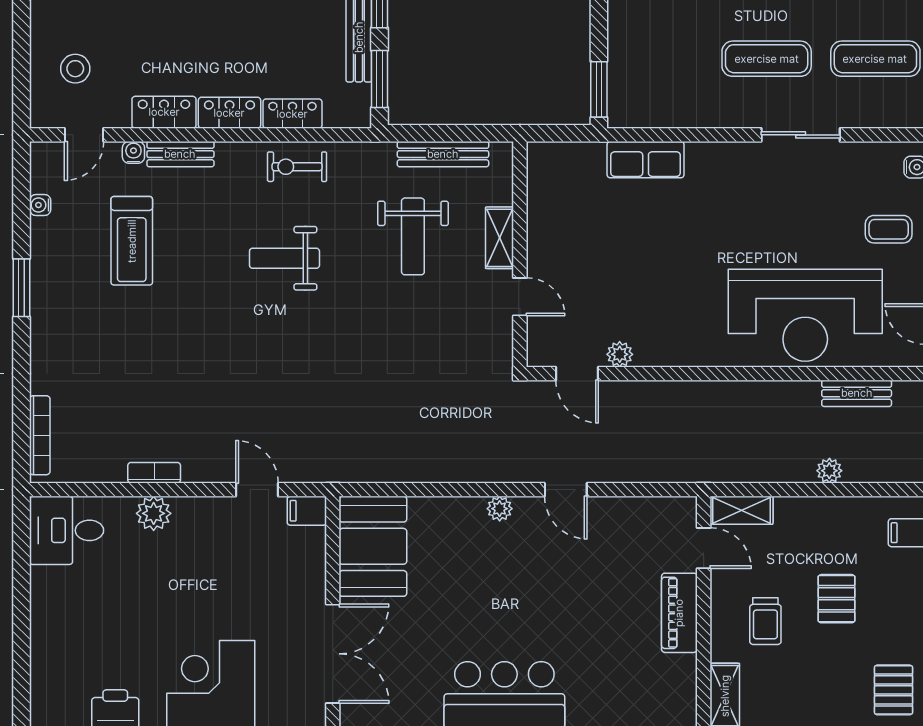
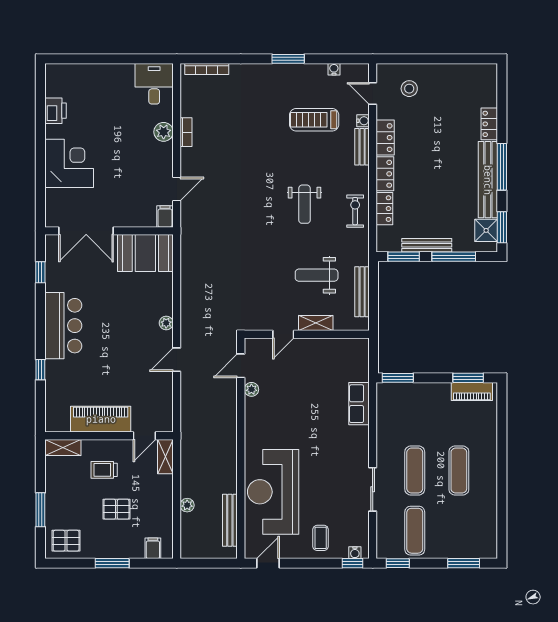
weight bench: (284, 258) -> (305, 204), turned 180
bench: (857, 393) -> (230, 520), width x1.36
piano: (679, 613) -> (101, 419), width x1.37, depth x1.33

